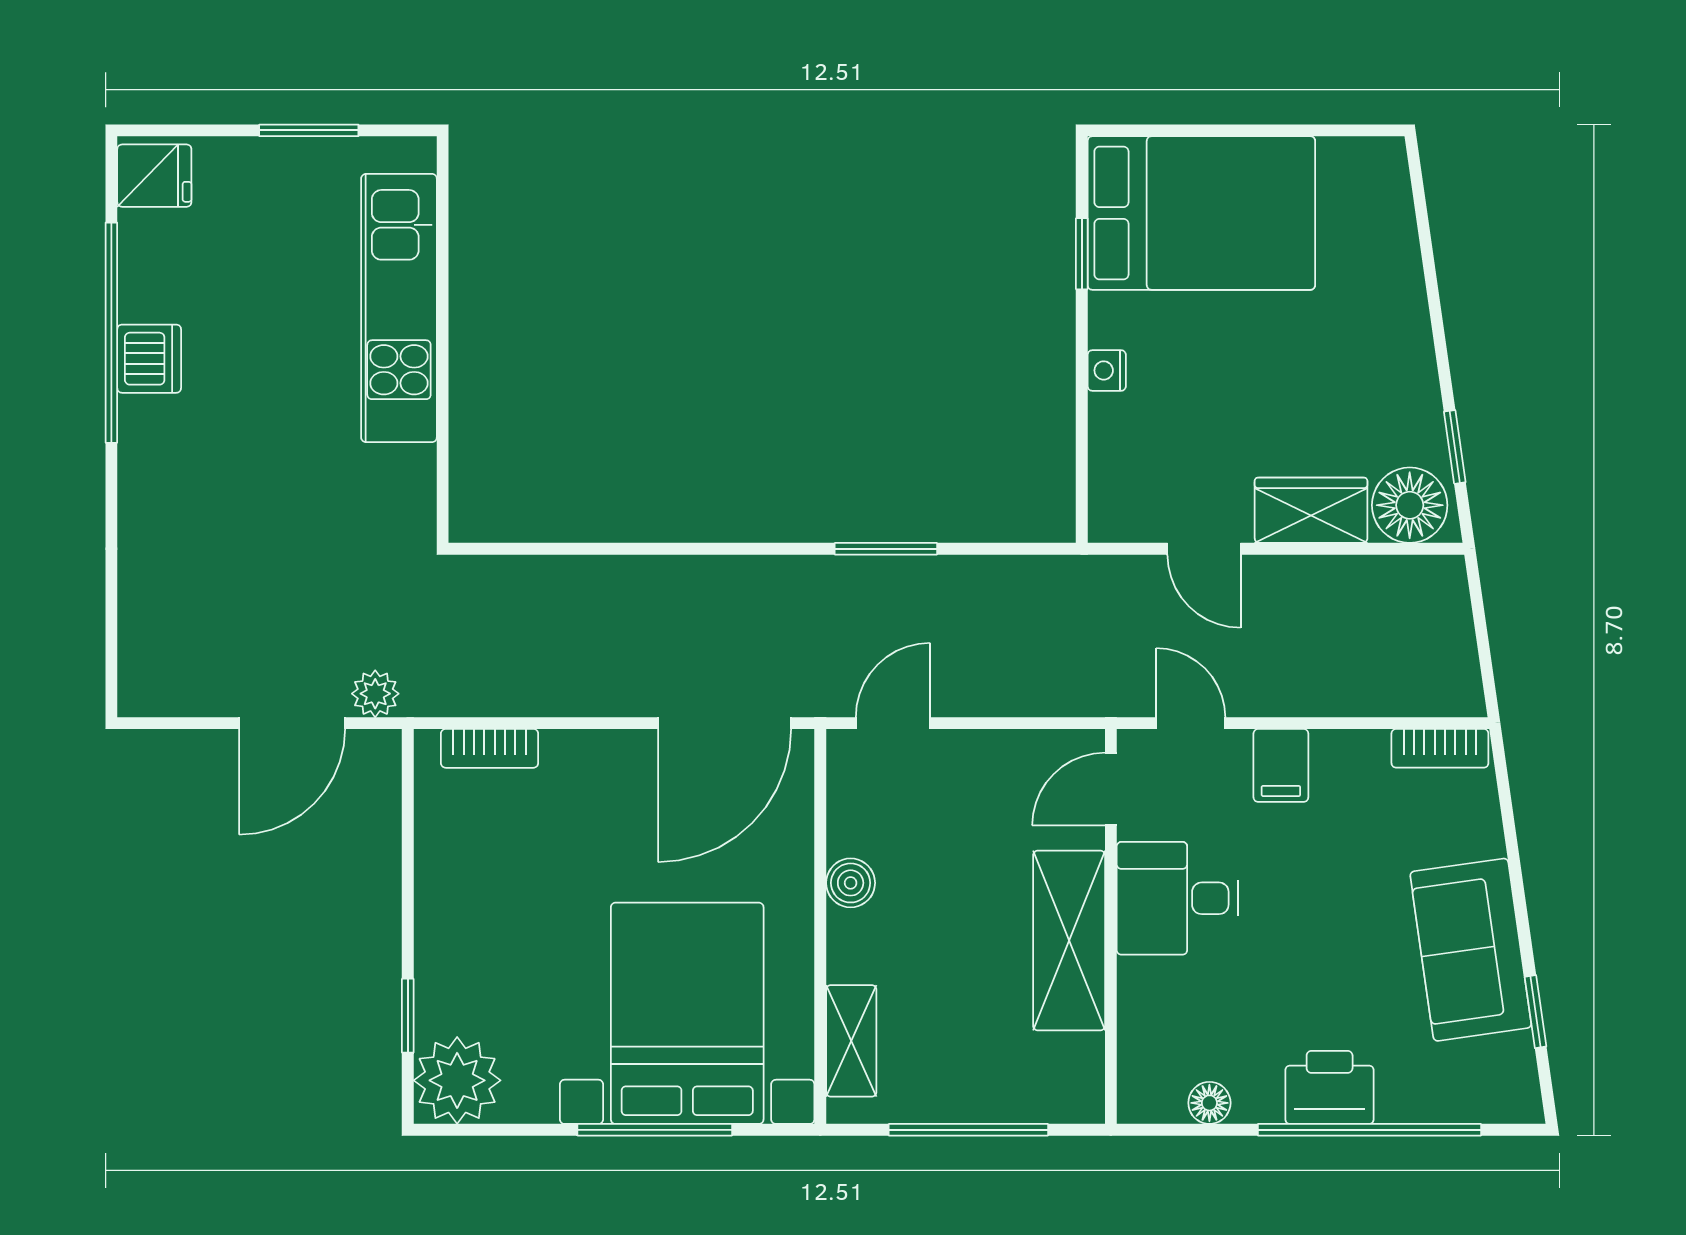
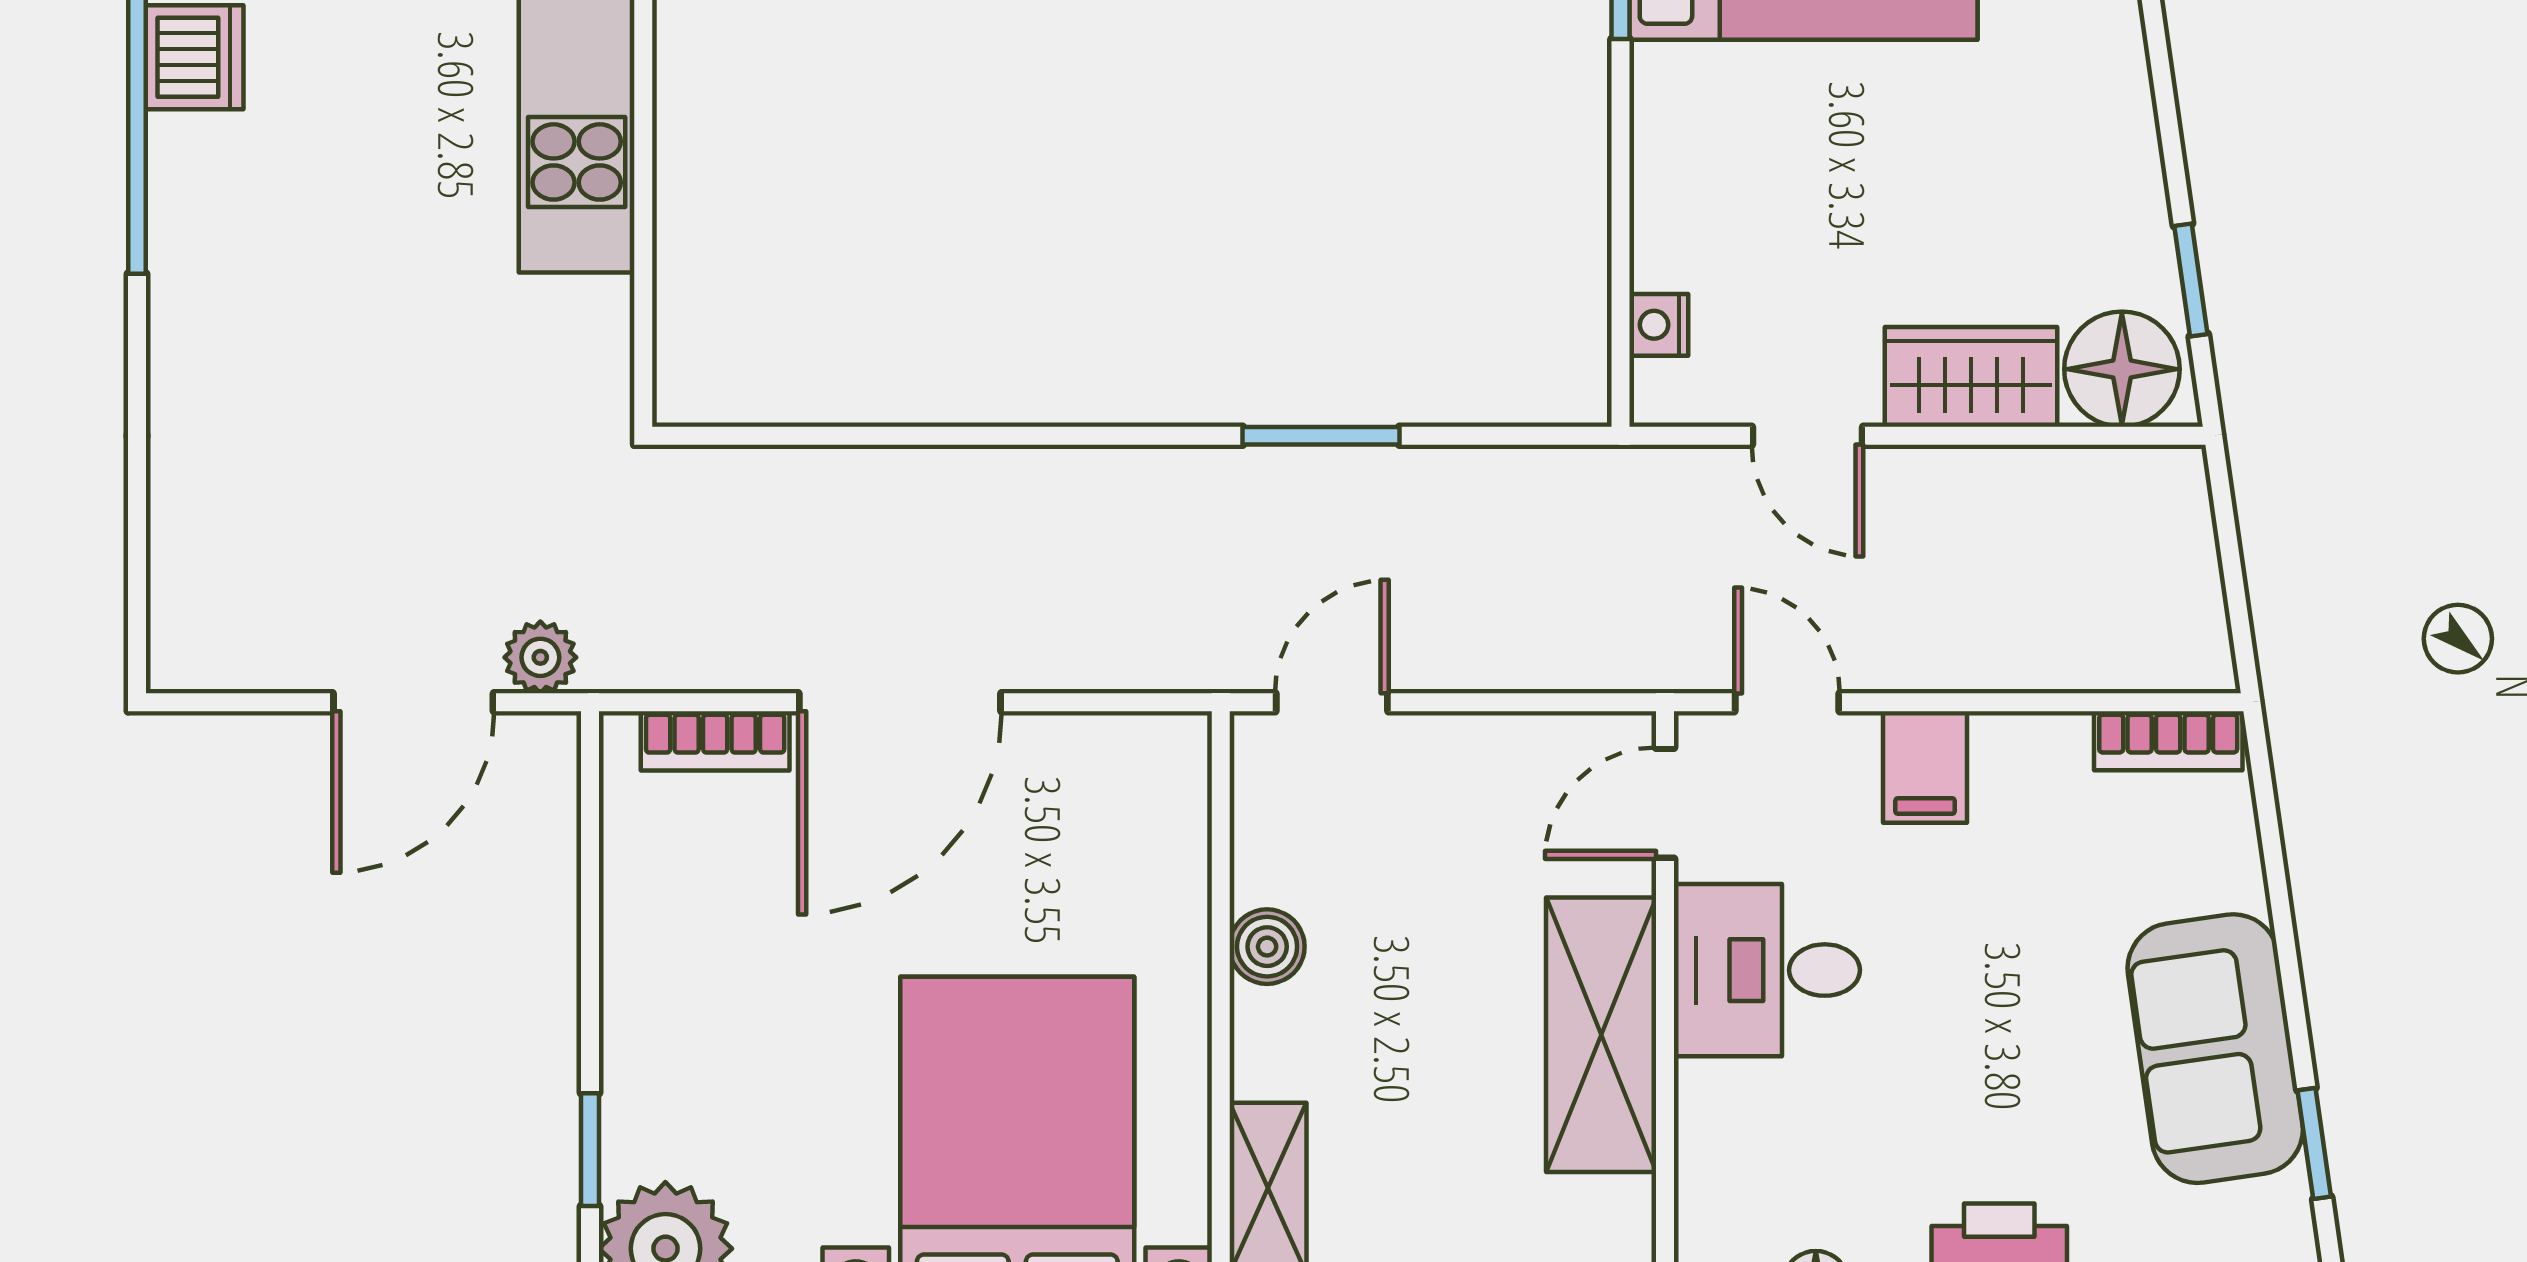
dishwasher: (149, 359) -> (195, 57), moved
nightstand: (1107, 370) -> (1659, 325), moved
door: (725, 723) -> (900, 702), moved

